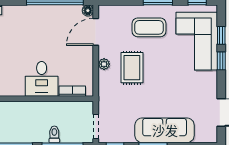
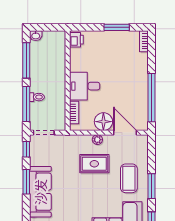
floor lamp: (88, 11) -> (103, 122), moved, width x1.89, depth x1.89

